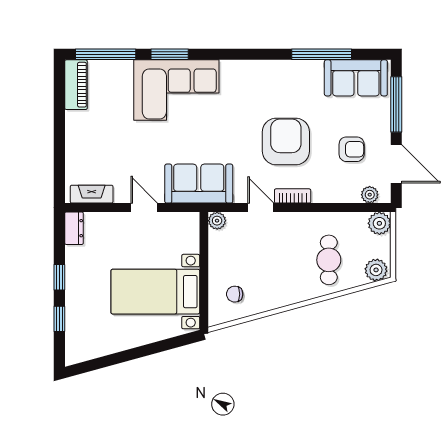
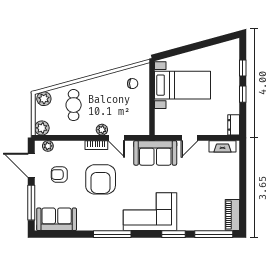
window: (322, 54) -> (112, 234), moved
corner sofa: (176, 90) -> (150, 212), moved
door: (144, 208) -> (190, 138), hinge flipped
plant: (217, 221) -> (102, 130), moved

